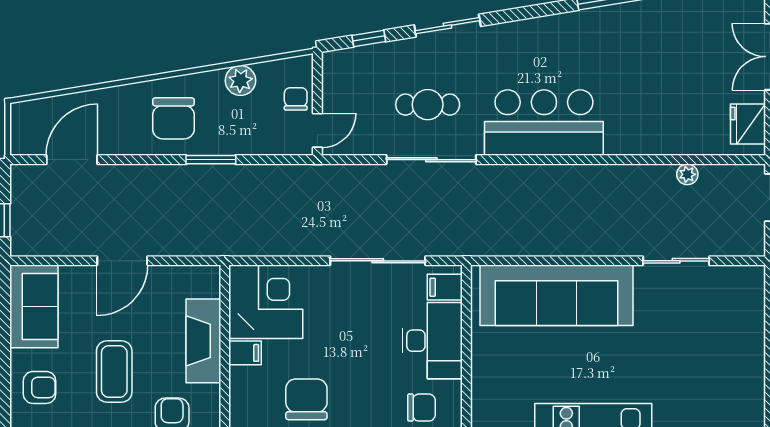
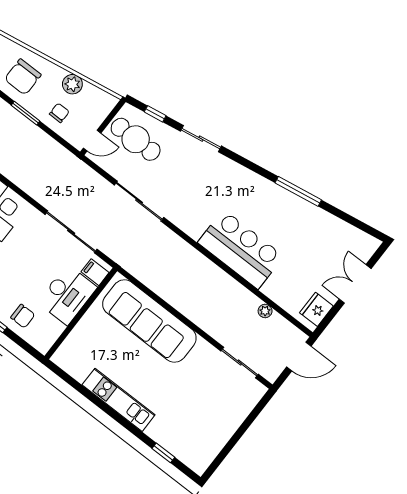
chair: (296, 99) -> (59, 113), moved
cafe table: (428, 105) -> (136, 139), moved, width x1.37, depth x1.35
bar counter: (544, 123) -> (241, 249), moved
sliding door: (676, 261) -> (240, 363), moved
chair: (421, 408) -> (23, 316), moved

